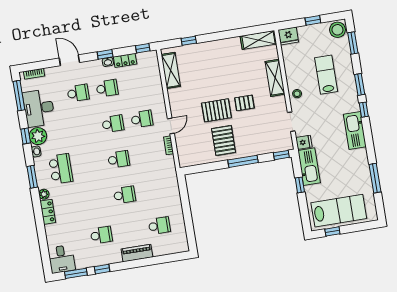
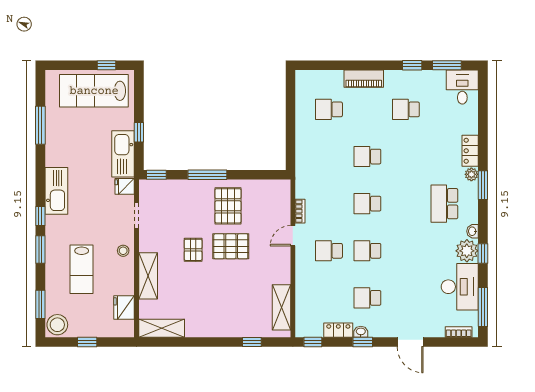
fridge: (288, 36) -> (124, 307), moved, turned -90
school desk: (78, 93) -> (406, 298), removed
pallet: (244, 103) -> (193, 250), turned 90
window: (32, 177) -> (483, 185), moved

